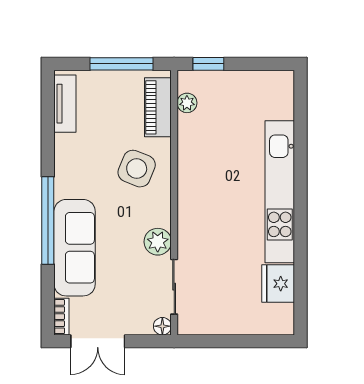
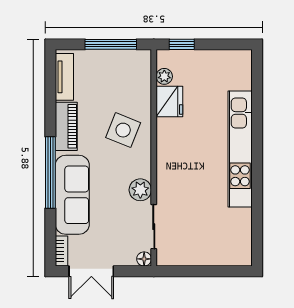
piano: (158, 107) -> (66, 126), moved, turned 180
fridge: (278, 284) -> (169, 101), moved, turned 180

